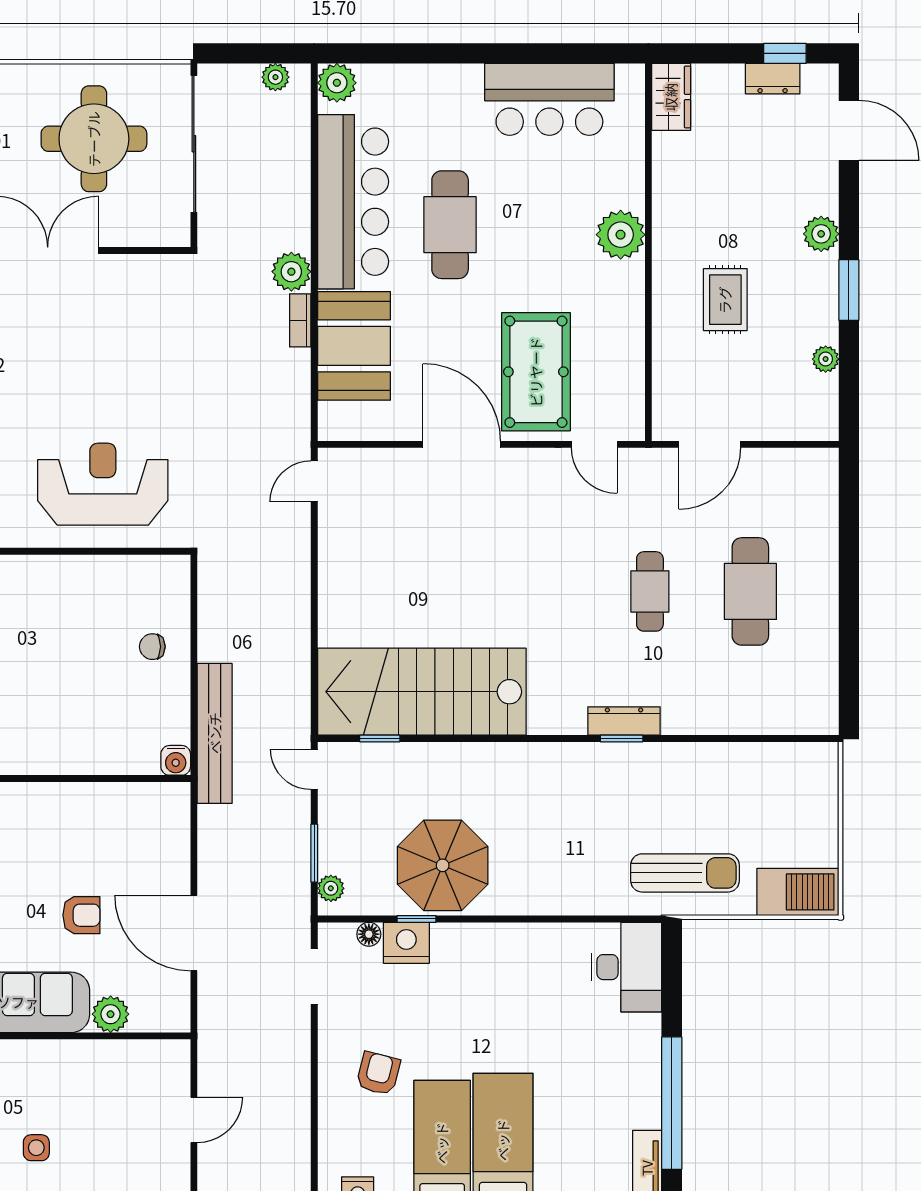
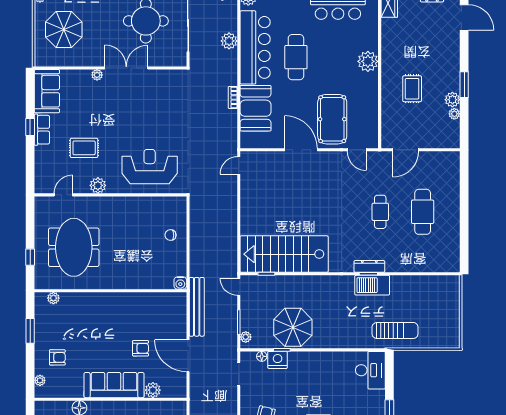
plant: (821, 234) -> (452, 100), moved
plant: (291, 272) -> (229, 41), moved
bench: (215, 733) -> (197, 307), moved
barbecue: (798, 892) -> (372, 285), moved, turned 180

